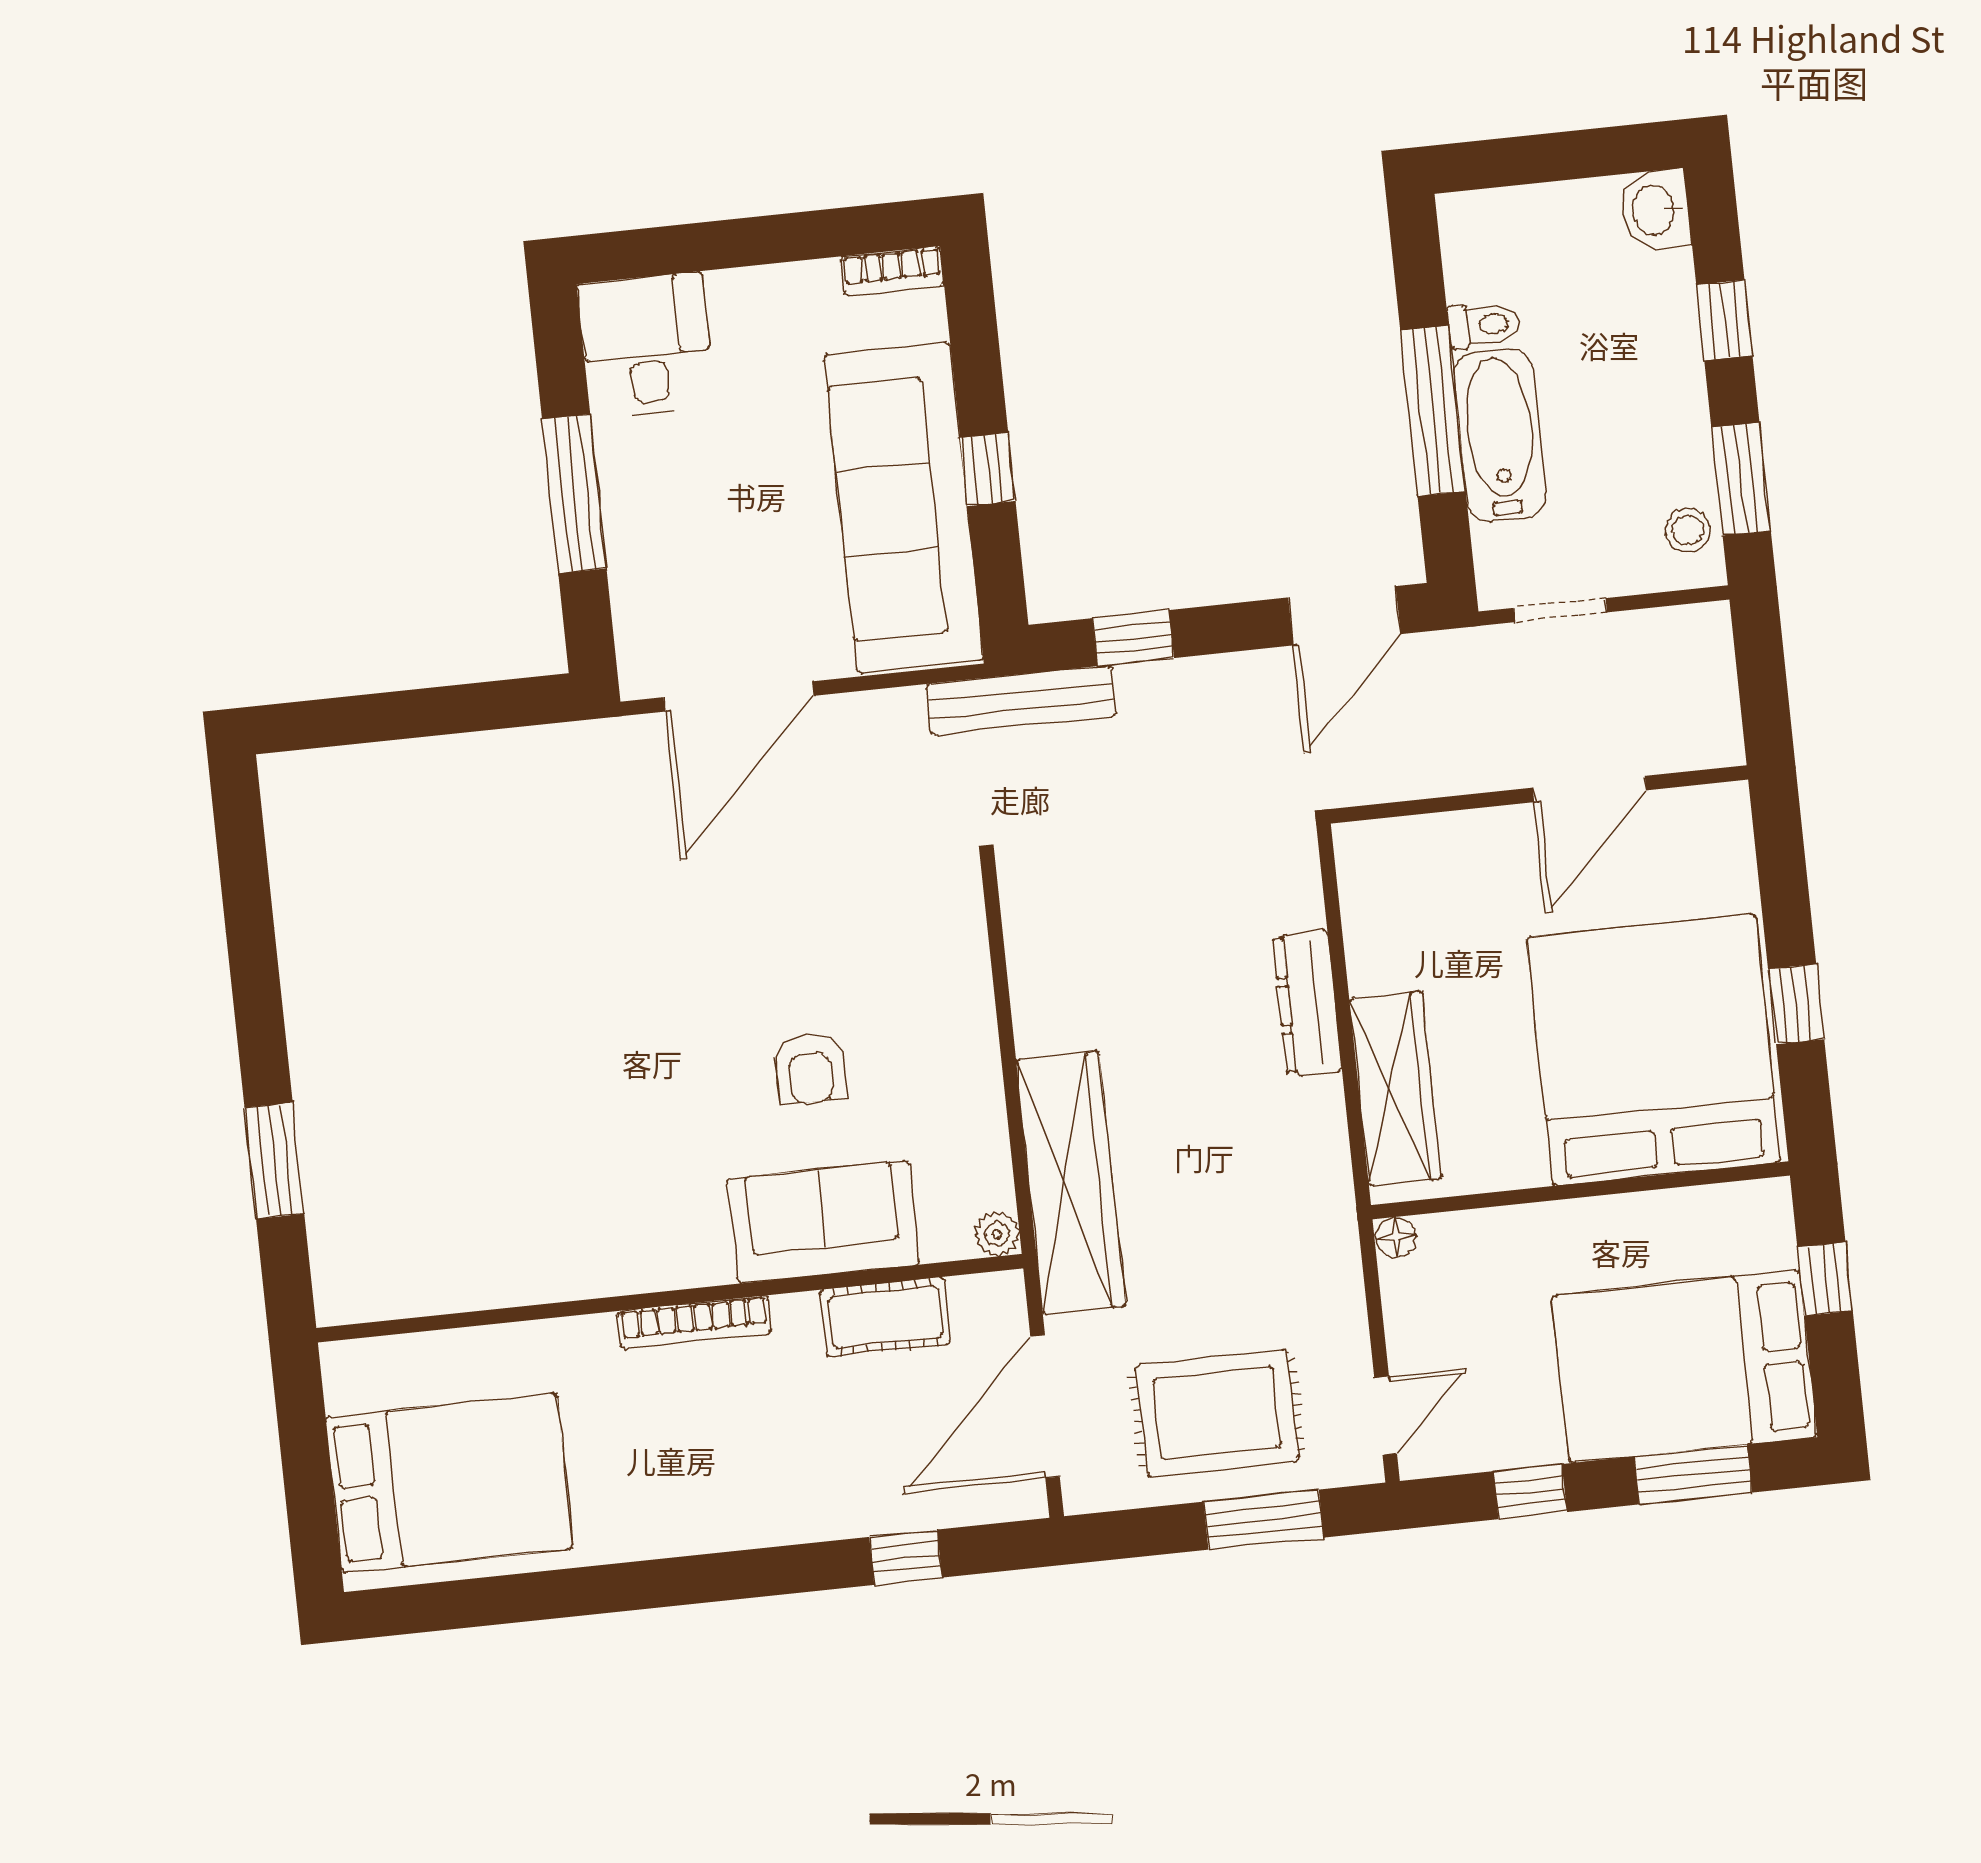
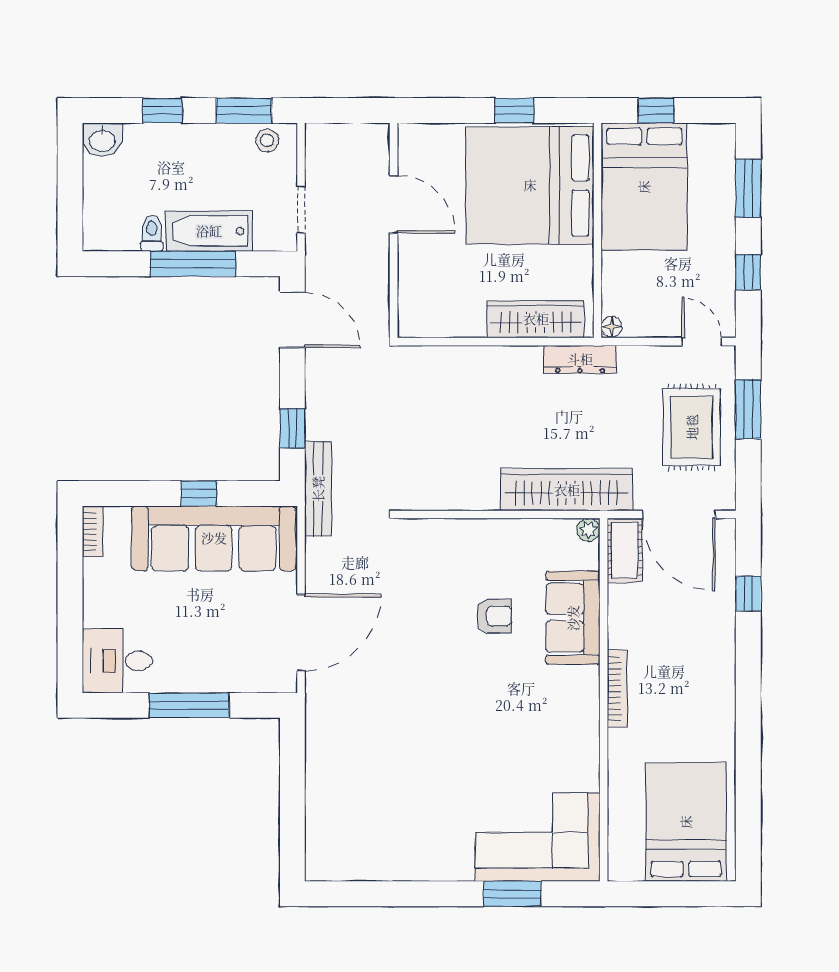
door: (739, 696) -> (301, 633), hinge flipped
dresser: (1307, 1003) -> (580, 359), moved
corner sofa: (390, 1198) -> (538, 837), added
cot: (885, 1317) -> (625, 550), moved
bed: (1685, 1366) -> (644, 187), moved

